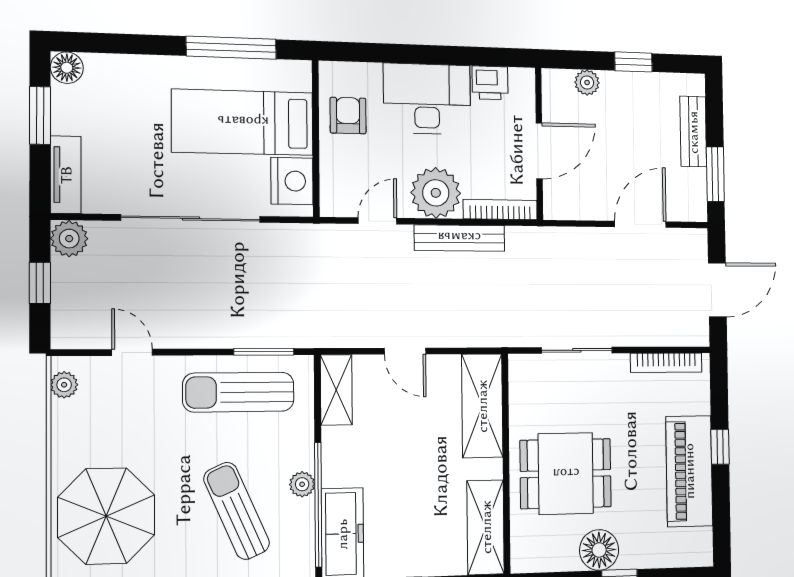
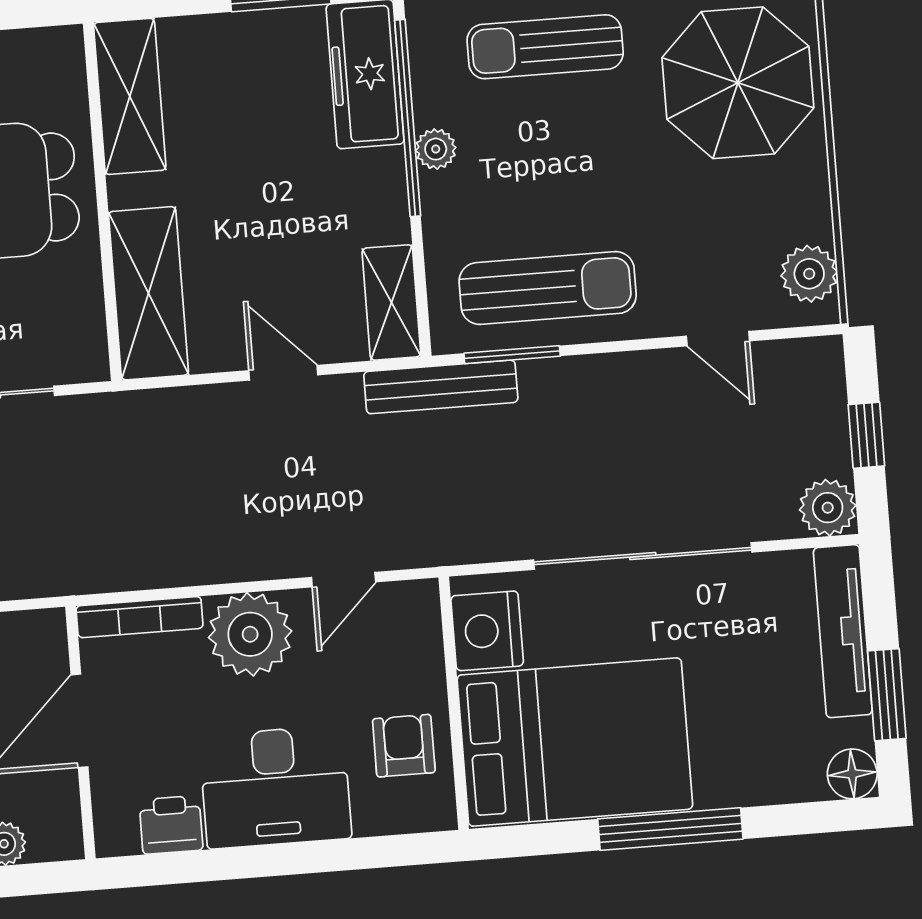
window: (231, 48) -> (670, 829), moved
armchair: (348, 116) -> (404, 746), turned 180
bed: (243, 122) -> (575, 742), width x1.50
tv unit: (66, 175) -> (843, 631), width x1.41
bench: (459, 238) -> (441, 387), moved
plant: (64, 385) -> (809, 274), width x1.38, depth x1.38
sun lounger: (237, 511) -> (545, 47), moved, turned 114

